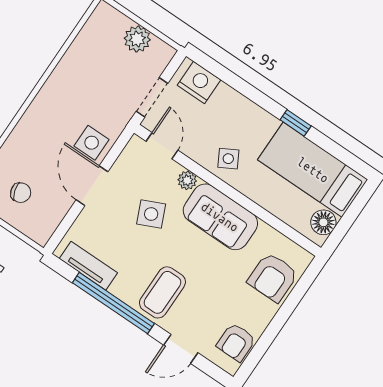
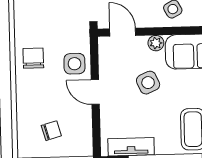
chair: (55, 108) -> (33, 58), added
door: (92, 186) -> (95, 92), width x0.73

